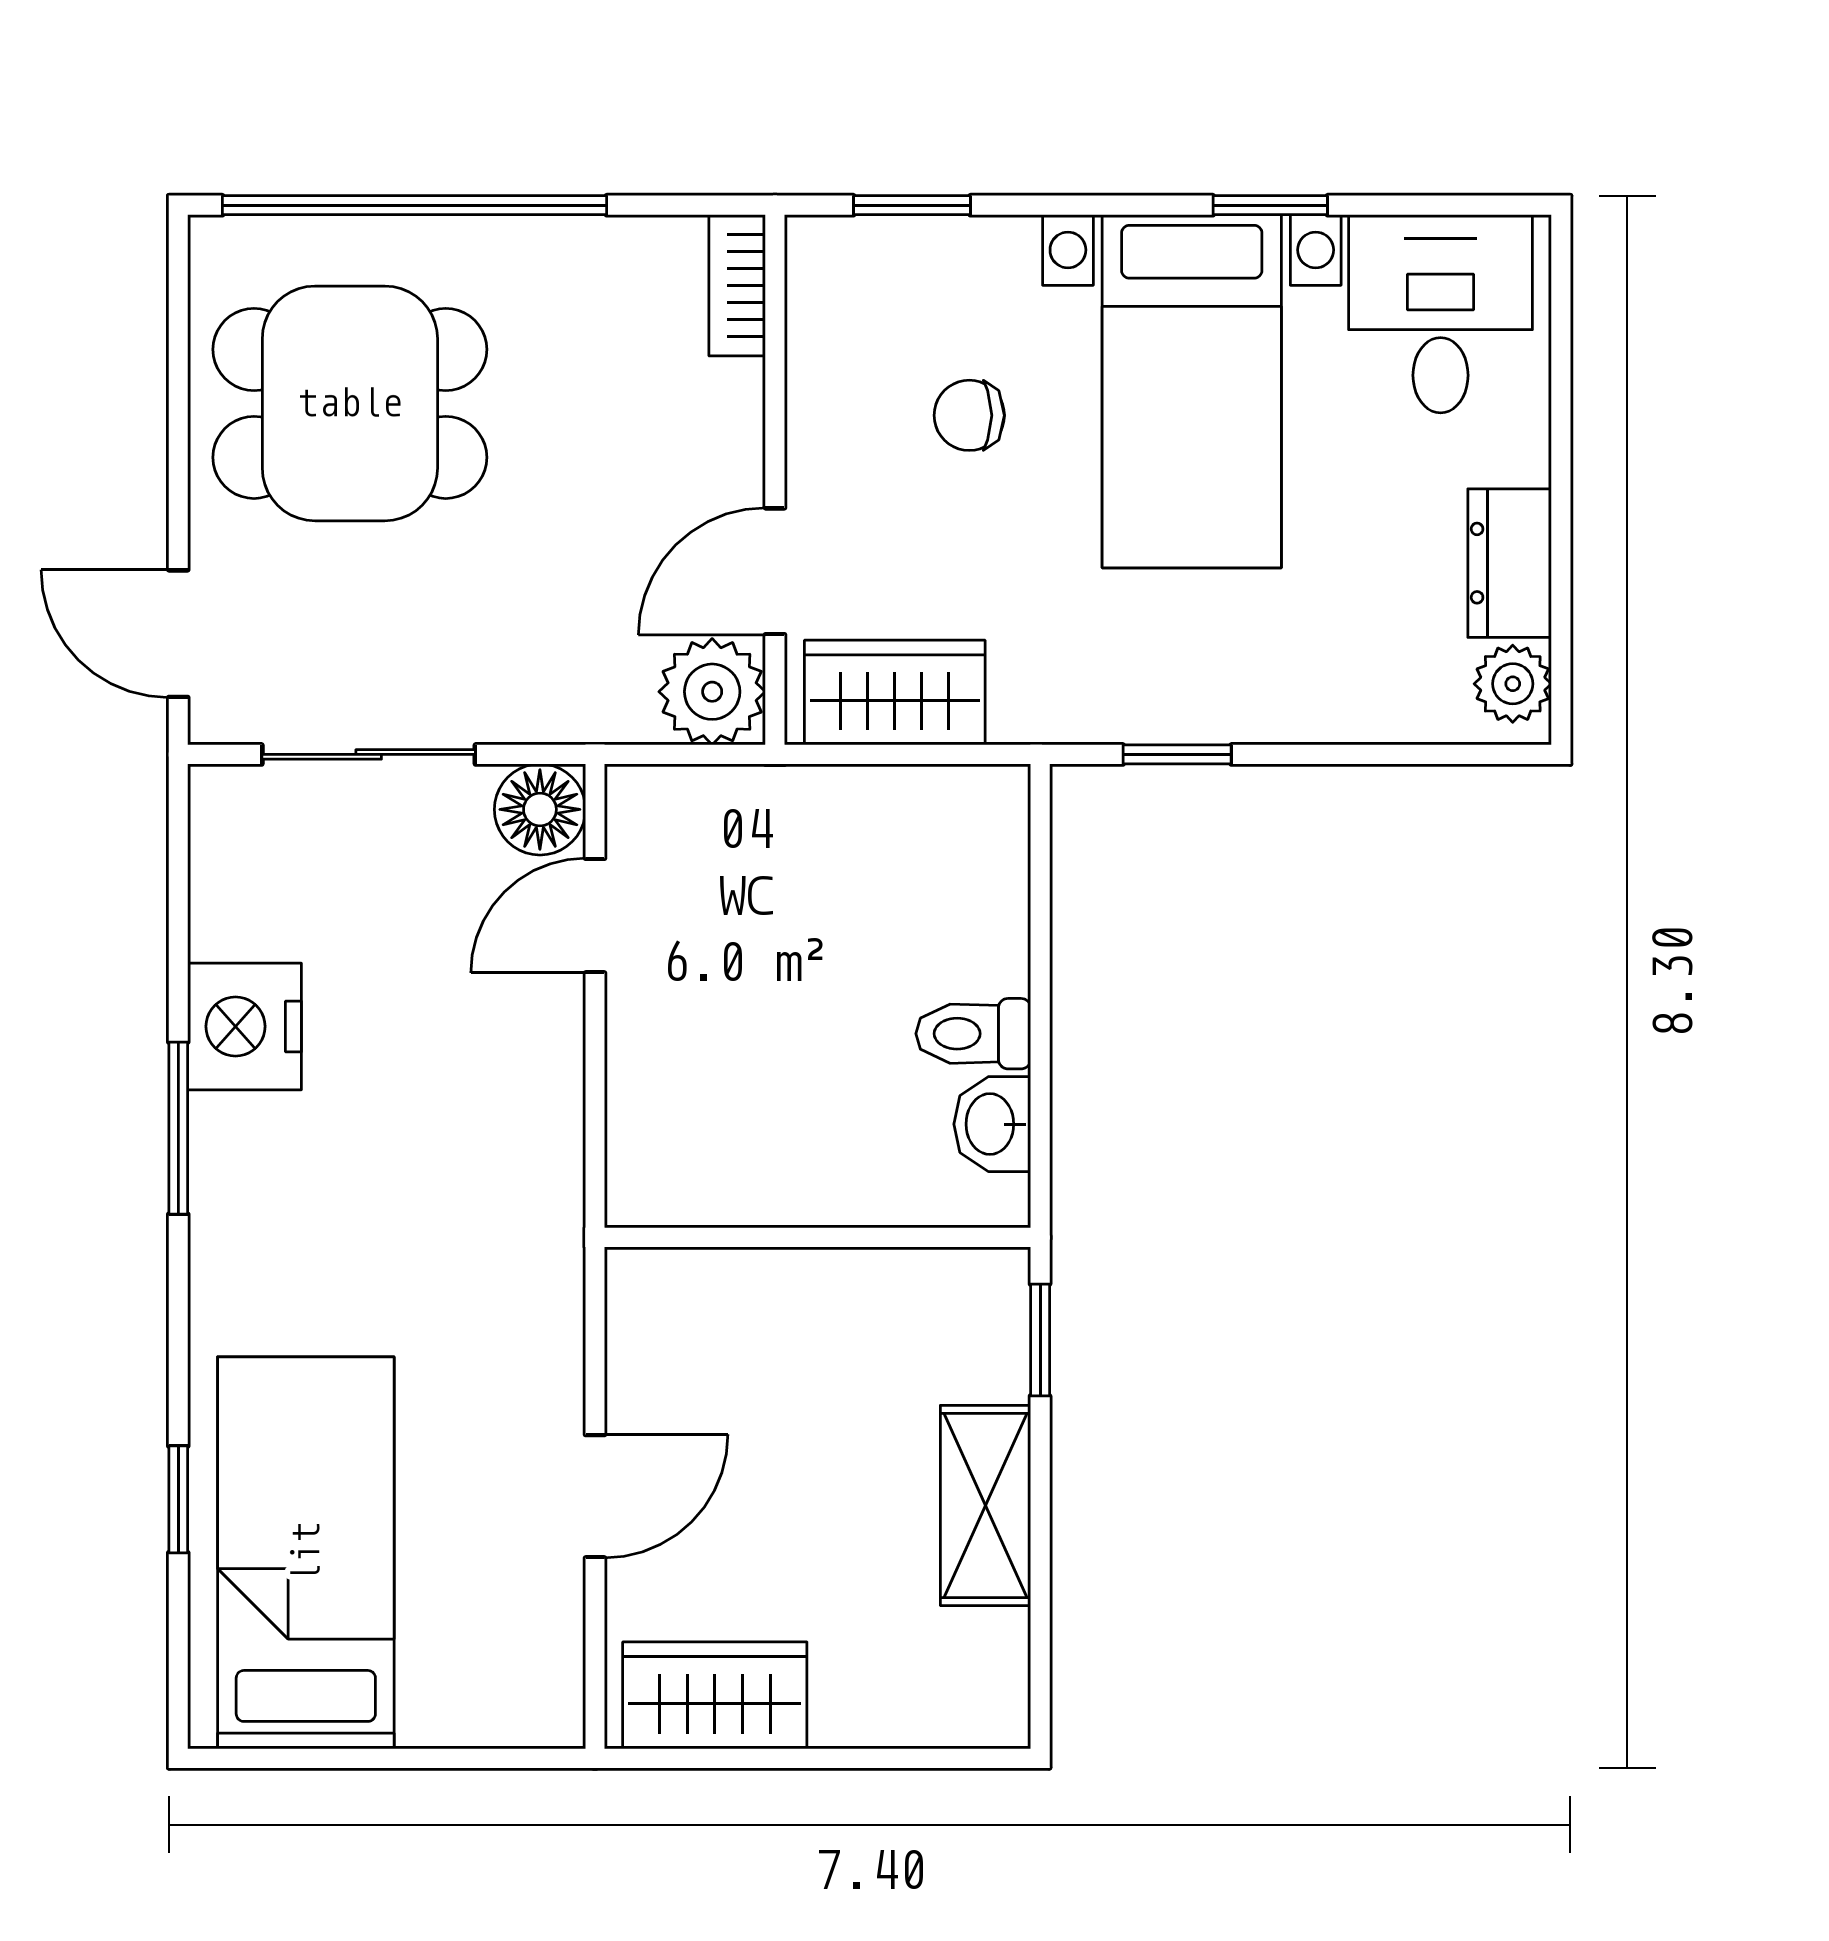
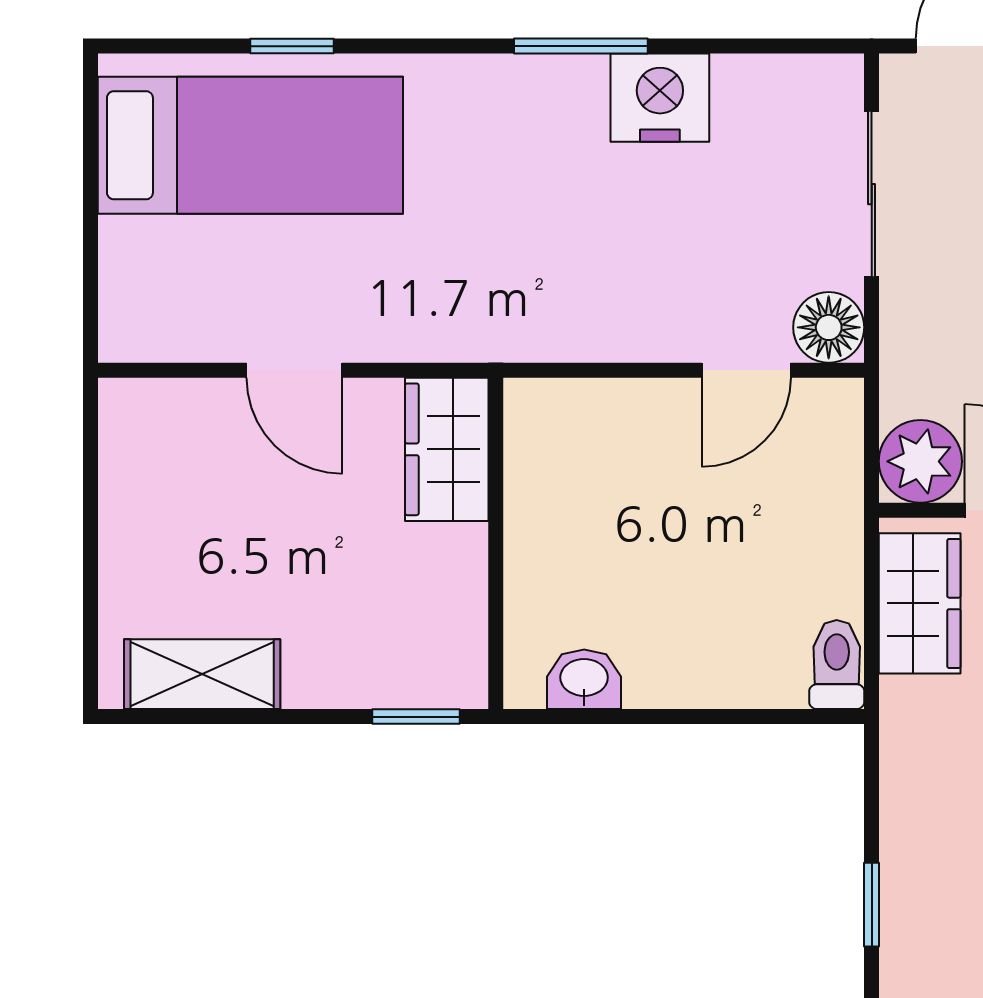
window: (1177, 754) -> (872, 905), moved
door: (595, 916) -> (746, 370), swing flipped
toilet: (973, 1034) -> (837, 664), moved
shelving: (986, 1505) -> (202, 674), moved
wardrobe: (715, 1695) -> (447, 449), moved, turned 180

